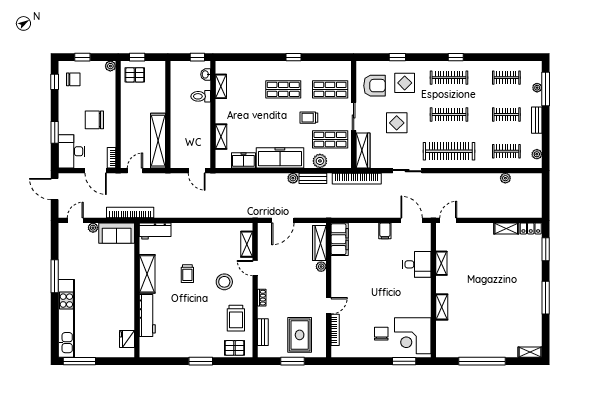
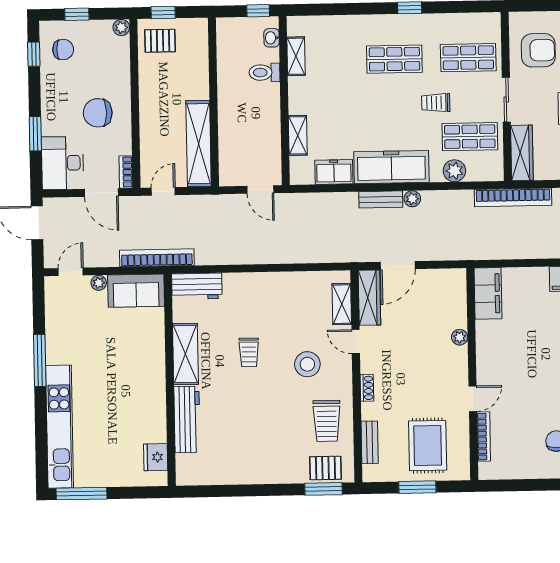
bench: (313, 178) -> (381, 199), moved
wardrobe: (319, 243) -> (369, 298), moved, turned 180
window: (201, 361) -> (324, 489), moved

